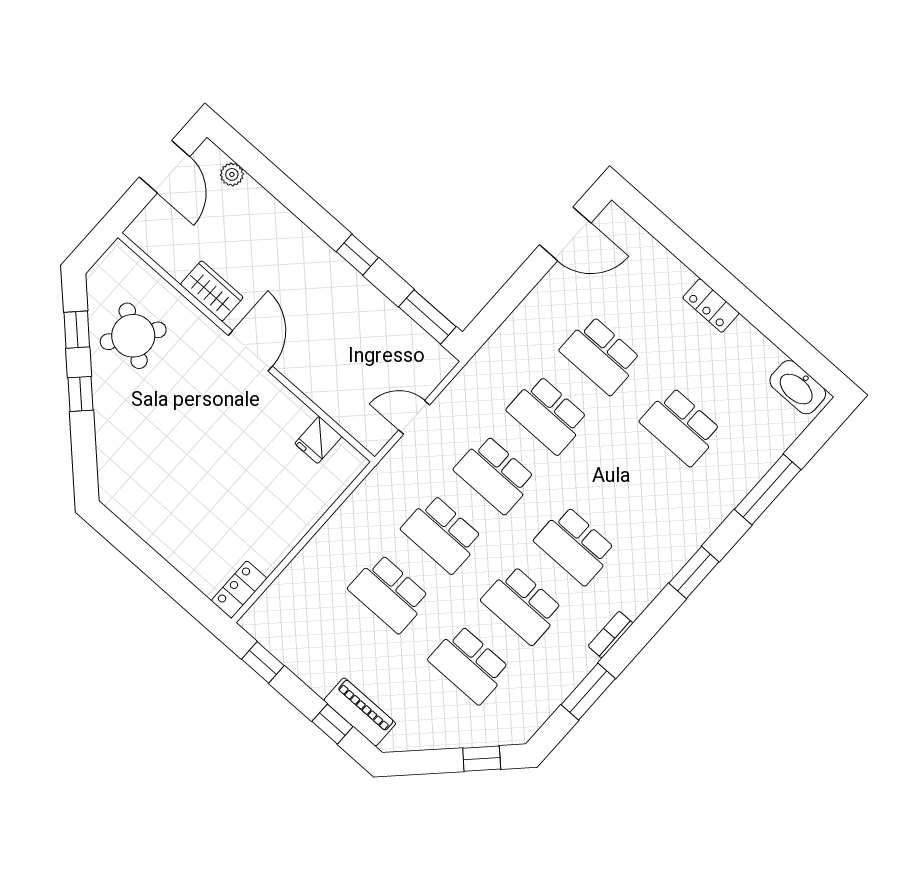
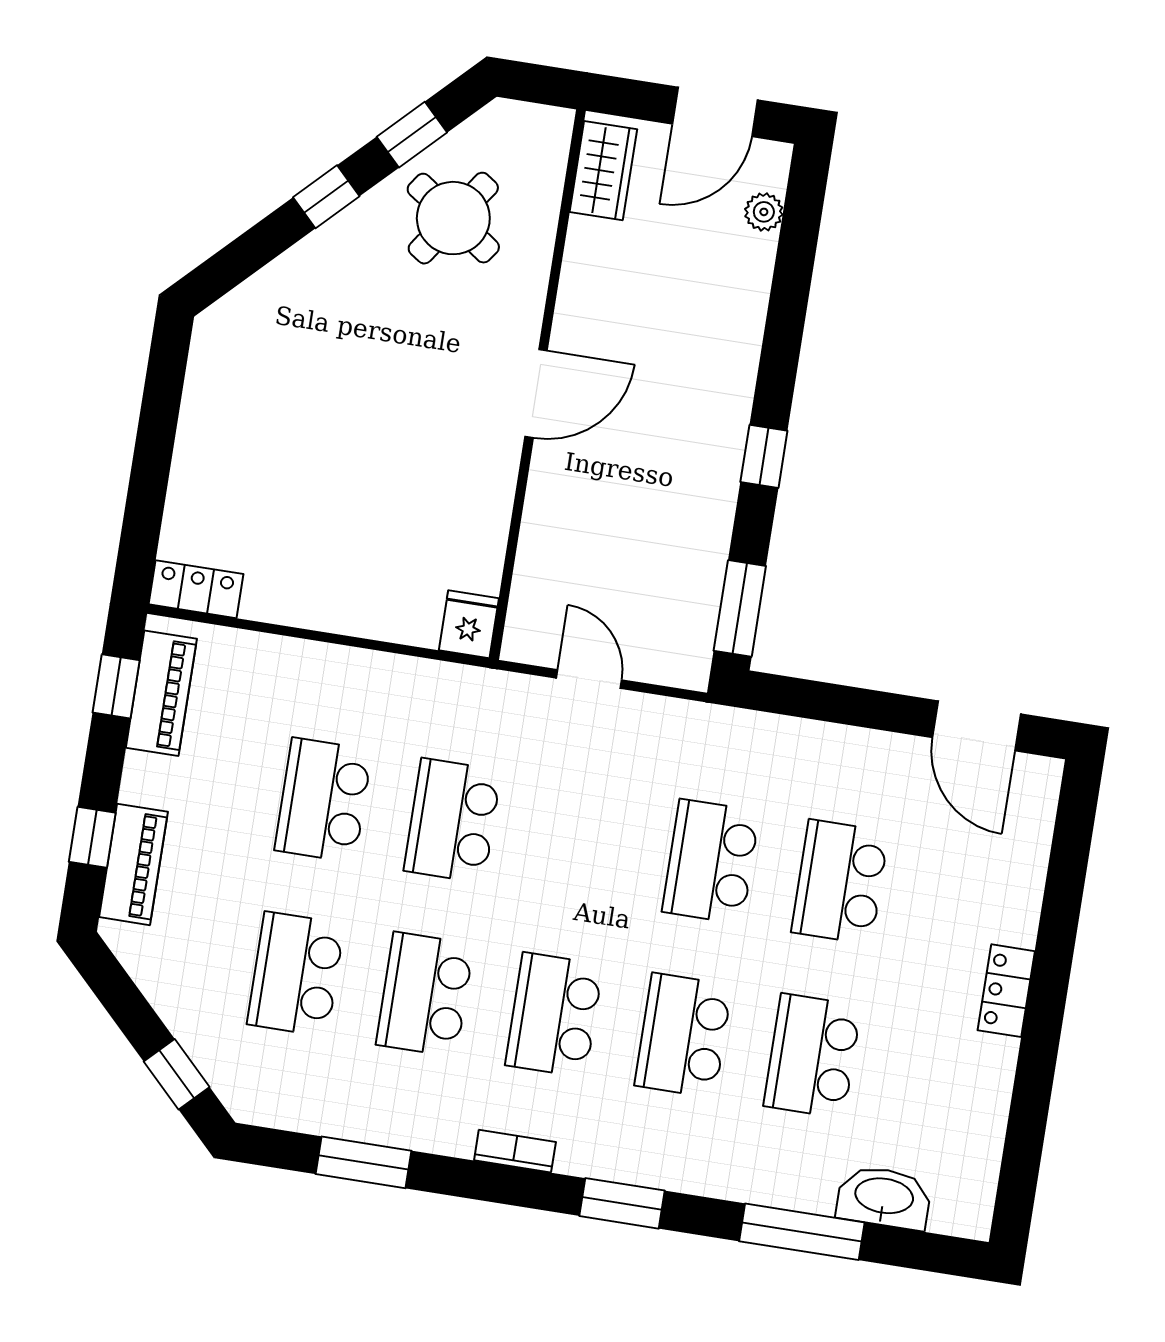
wardrobe: (212, 291) -> (603, 171), moved
washbasin: (798, 387) -> (884, 1197), moved, turned 90
fridge: (318, 440) -> (469, 624), moved, turned 90
school desk: (495, 474) -> (683, 1035), moved
bookcase: (611, 635) -> (515, 1151), moved
piano: (281, 641) -> (161, 693), added

